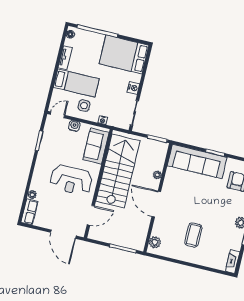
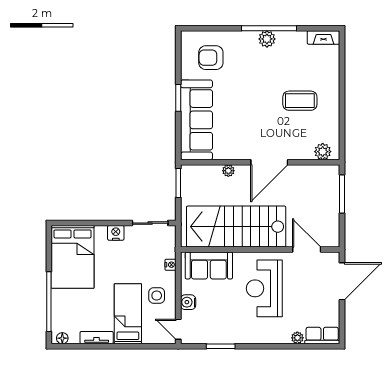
reception desk: (71, 180) -> (264, 288), turned 180

